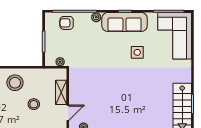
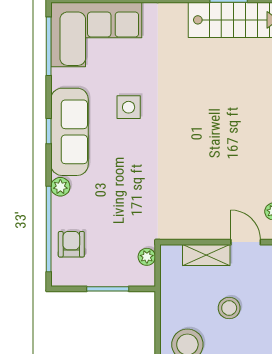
armchair: (67, 23) -> (71, 244), turned 180

